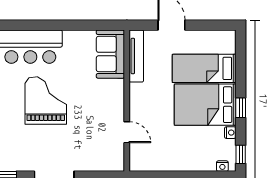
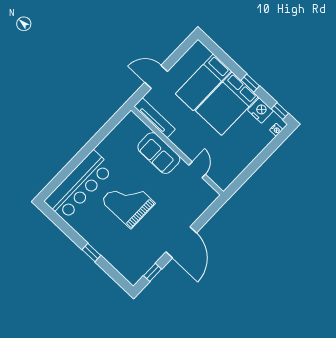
sofa: (110, 54) -> (159, 153), moved
door: (127, 132) -> (197, 170), hinge flipped
nightstand: (230, 133) -> (260, 110), width x1.89, depth x1.79

